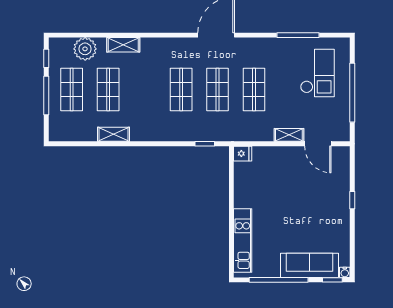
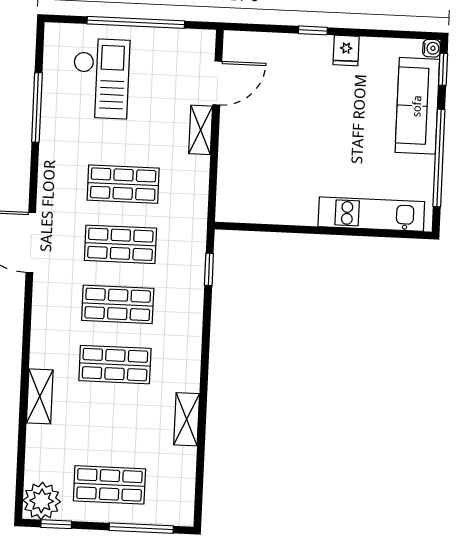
plant: (85, 49) -> (42, 501), moved
checkout: (317, 73) -> (101, 78), turned 90
shop shelf: (108, 89) -> (115, 365), moved
window: (46, 95) -> (141, 528), moved
fridge: (243, 154) -> (346, 51), moved, turned 180

